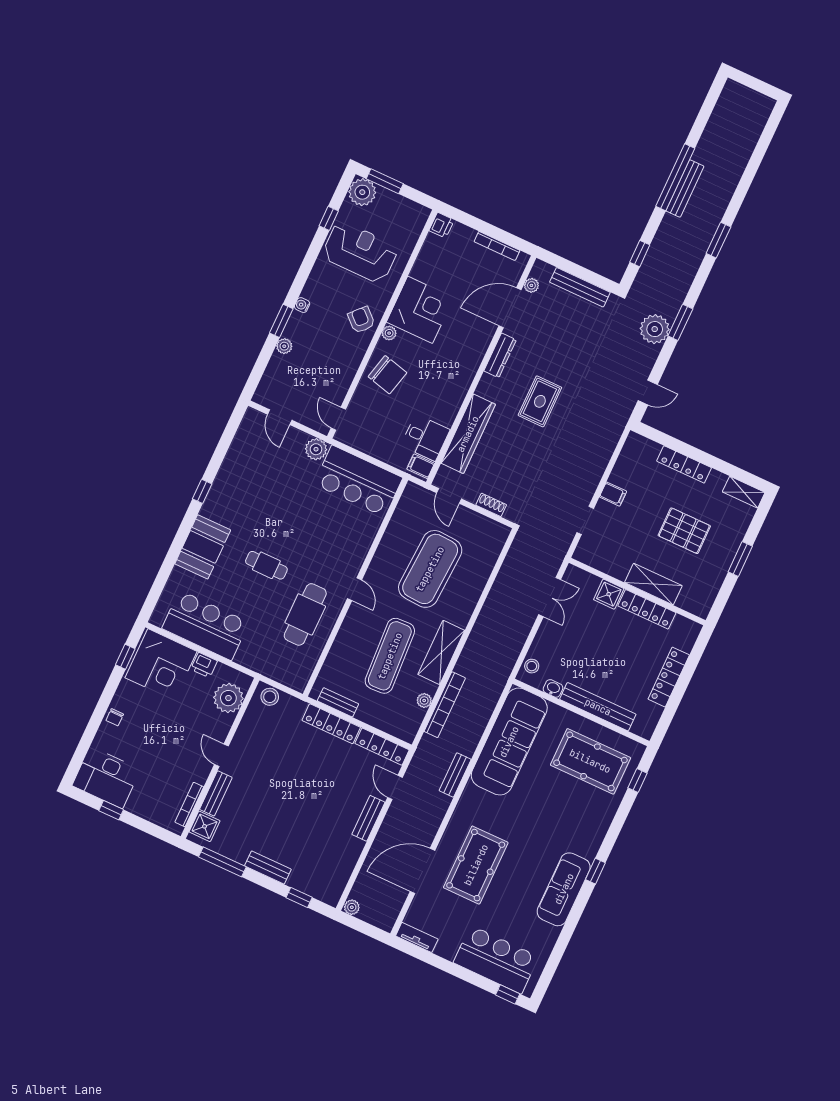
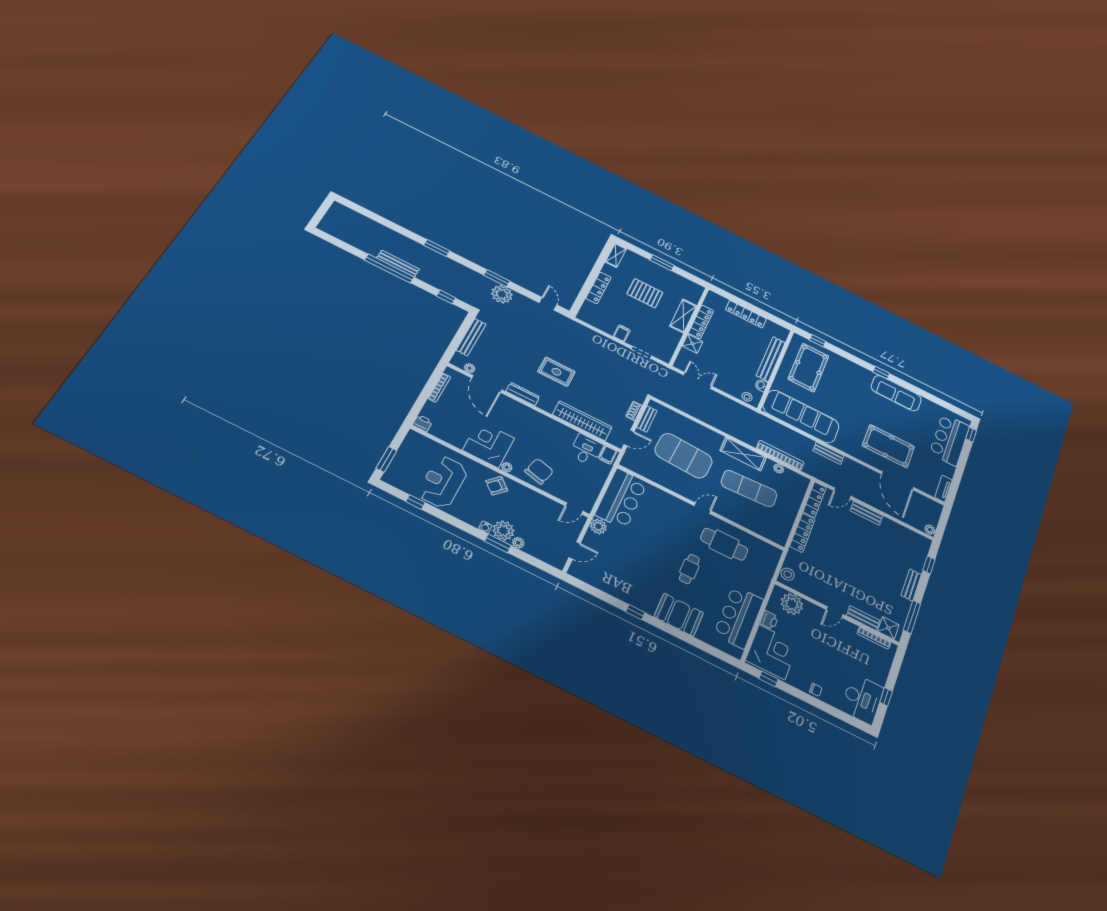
plant: (362, 192) -> (503, 531), moved
pallet: (684, 531) -> (645, 293), turned 90
bench: (338, 702) -> (647, 419), moved

